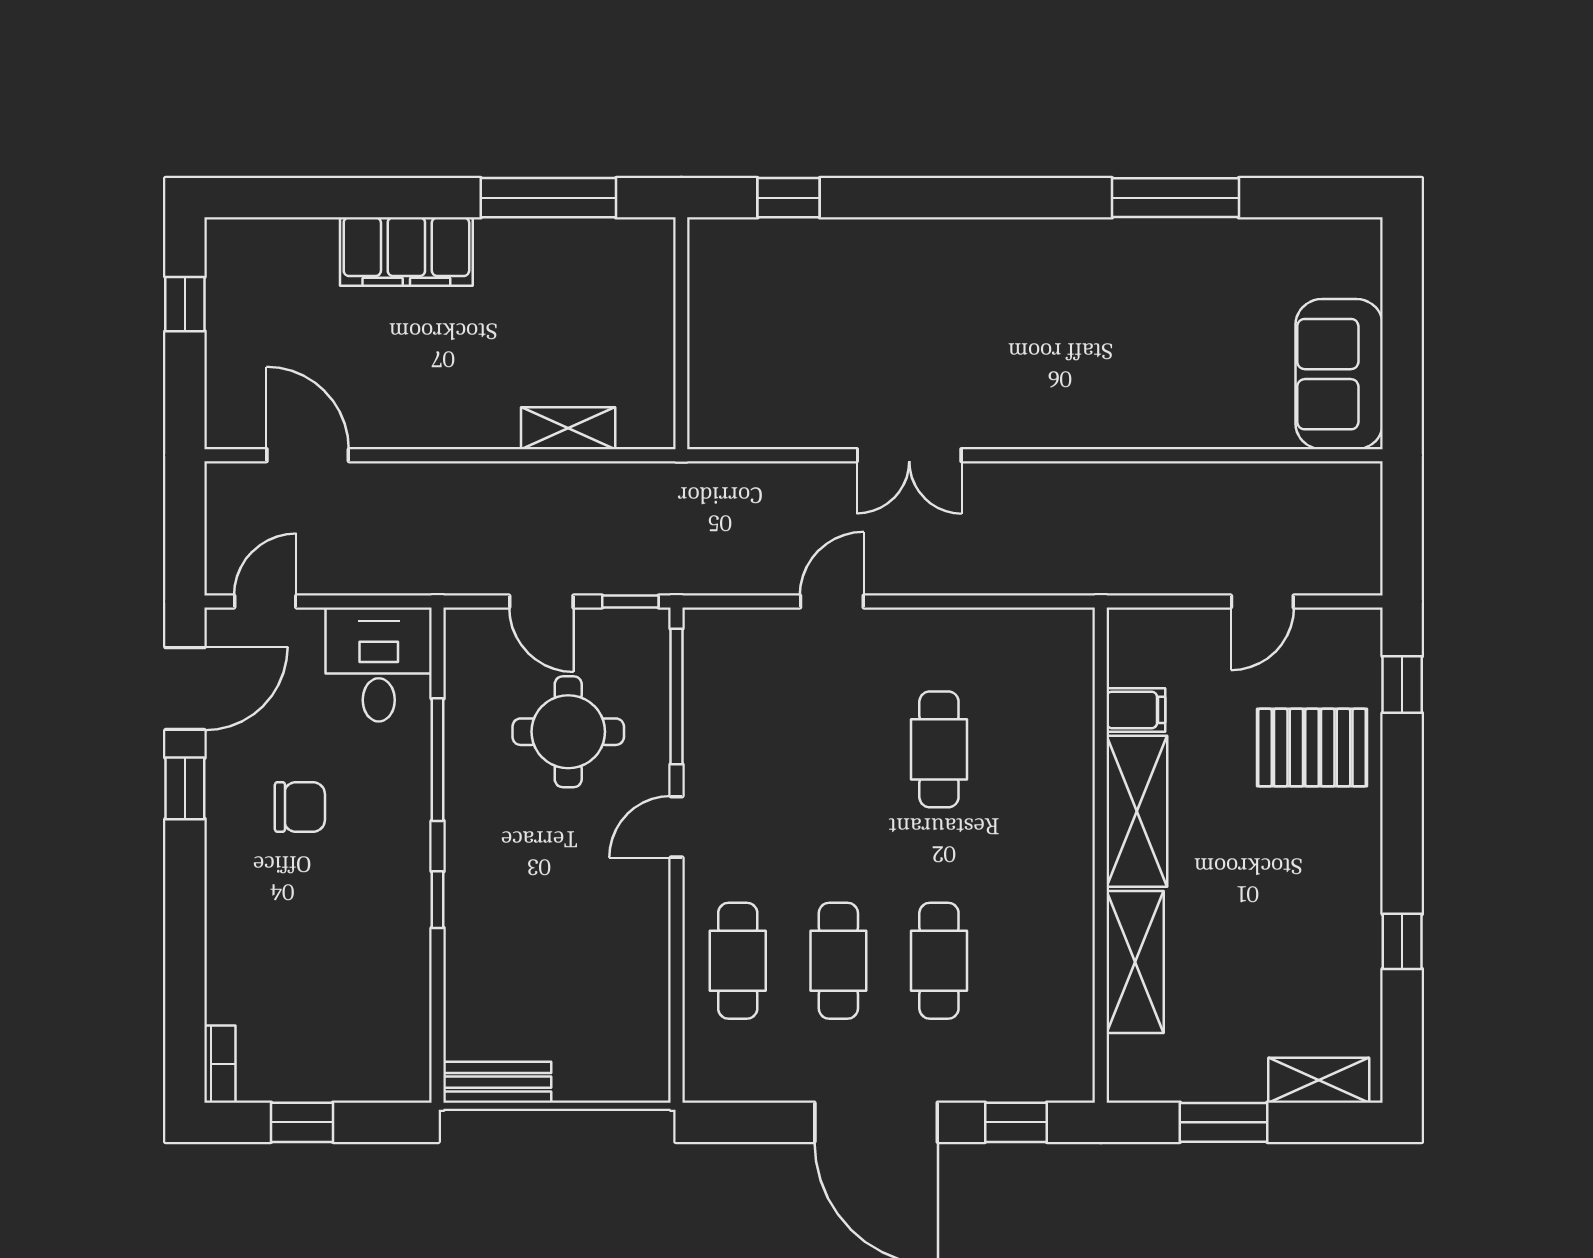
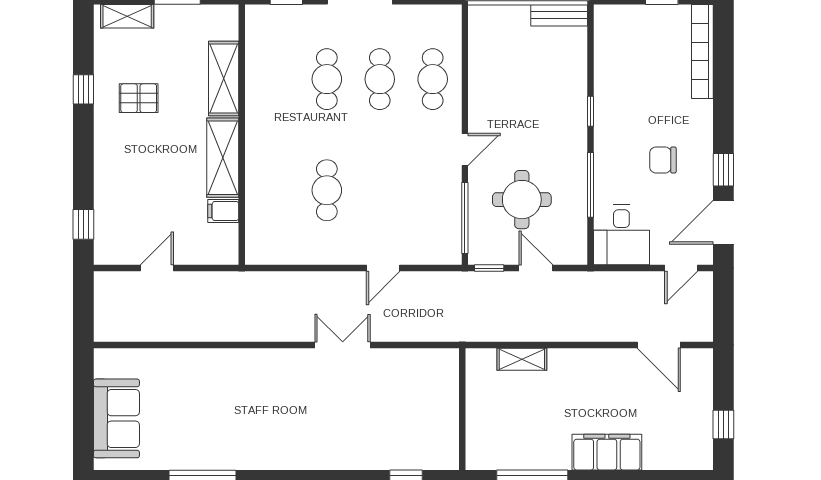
sofa: (1339, 374) -> (116, 418), moved
pallet: (1312, 748) -> (139, 98), moved, width x0.67, depth x0.71
bookcase: (220, 1064) -> (702, 52), width x2.31, depth x1.31

